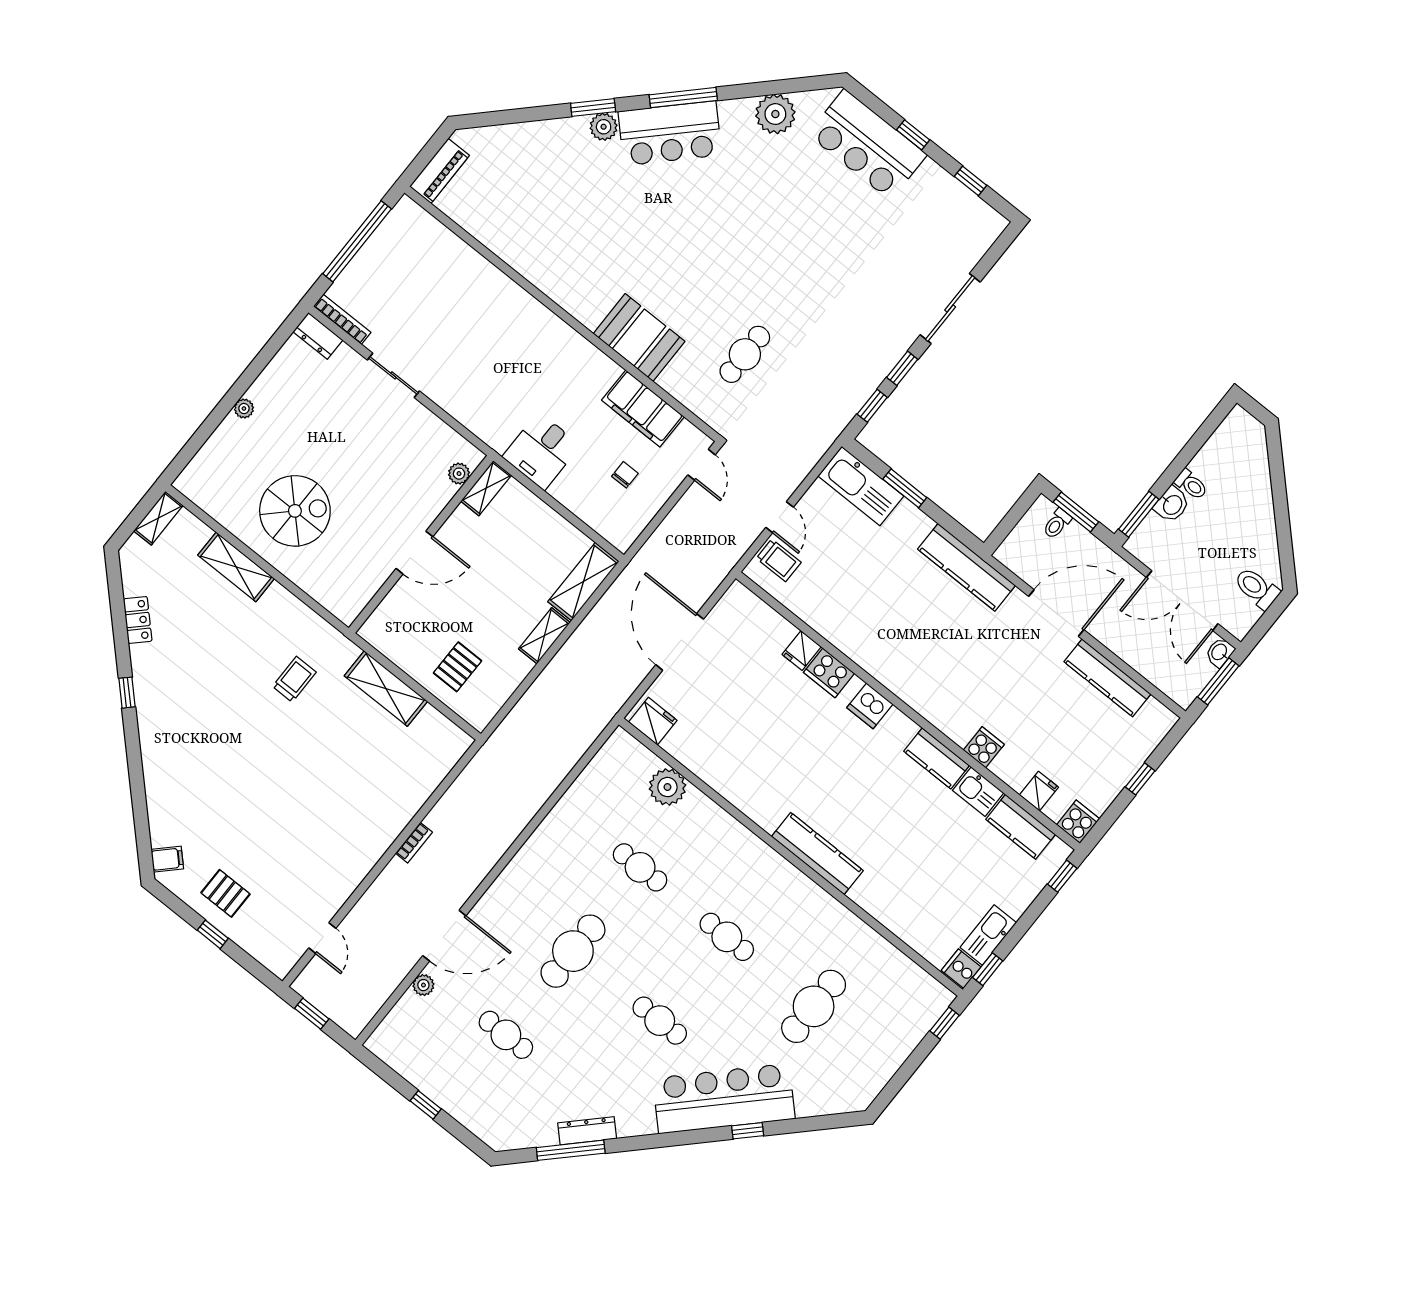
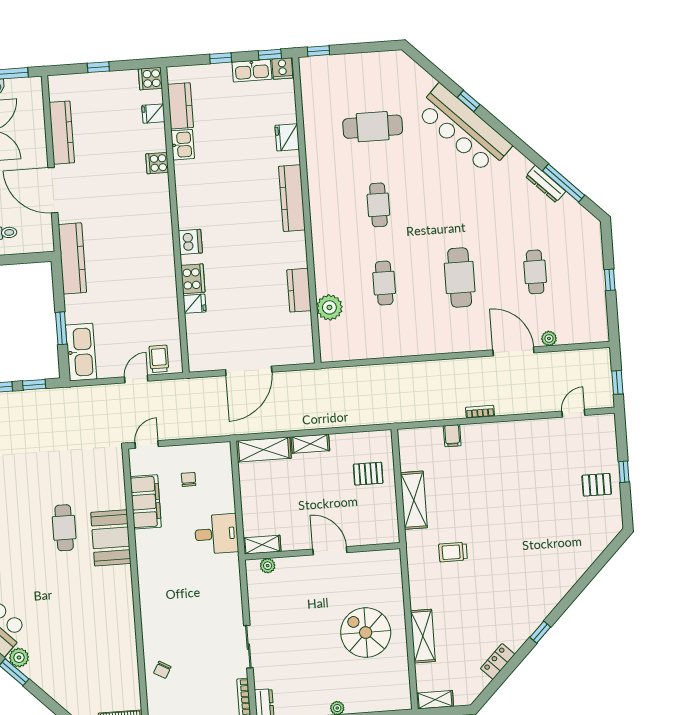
chair: (452, 264) -> (162, 670), added
cafe table: (745, 354) -> (64, 528), moved, turned 90
chair: (625, 475) -> (189, 479), turned 90
fridge: (653, 721) -> (287, 137), moved
kitchen counter: (937, 758) -> (299, 290), moved, turned 180
filing cabinet: (167, 859) -> (452, 436), moved, turned -135
window: (1062, 876) -> (221, 58), moved
pallet: (225, 893) -> (597, 485), turned 90
cafe table: (573, 951) -> (460, 277), turned 90
cafe table: (660, 1021) -> (454, 199), removed

